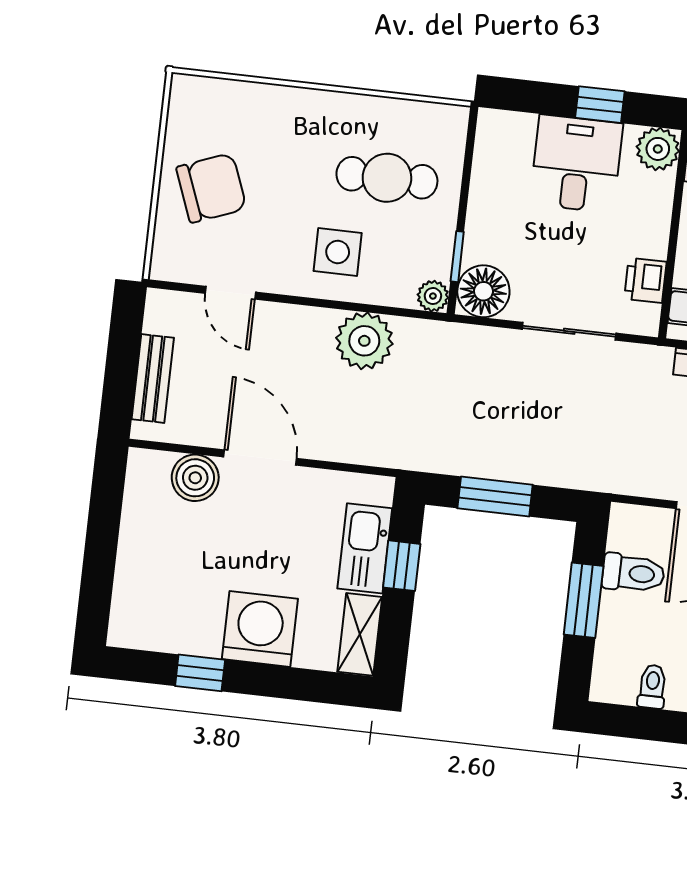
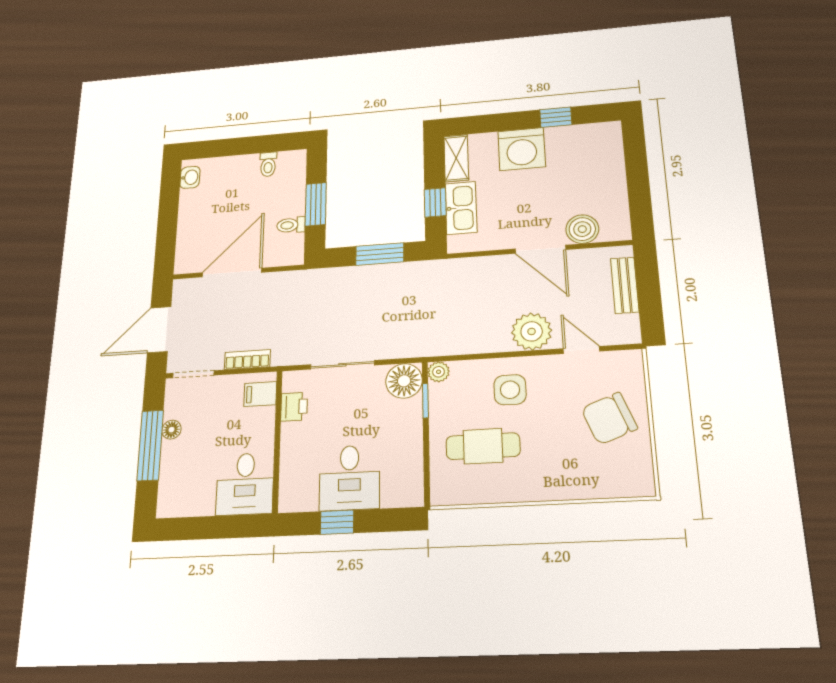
plant: (658, 149) -> (293, 497), removed
plant: (364, 341) -> (532, 331), moved
toilet: (633, 573) -> (291, 225), width x0.73, depth x0.72

